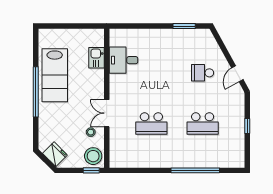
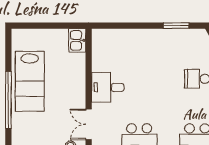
kitchen sink: (97, 58) -> (77, 40), moved
desk: (123, 60) -> (108, 87), moved

